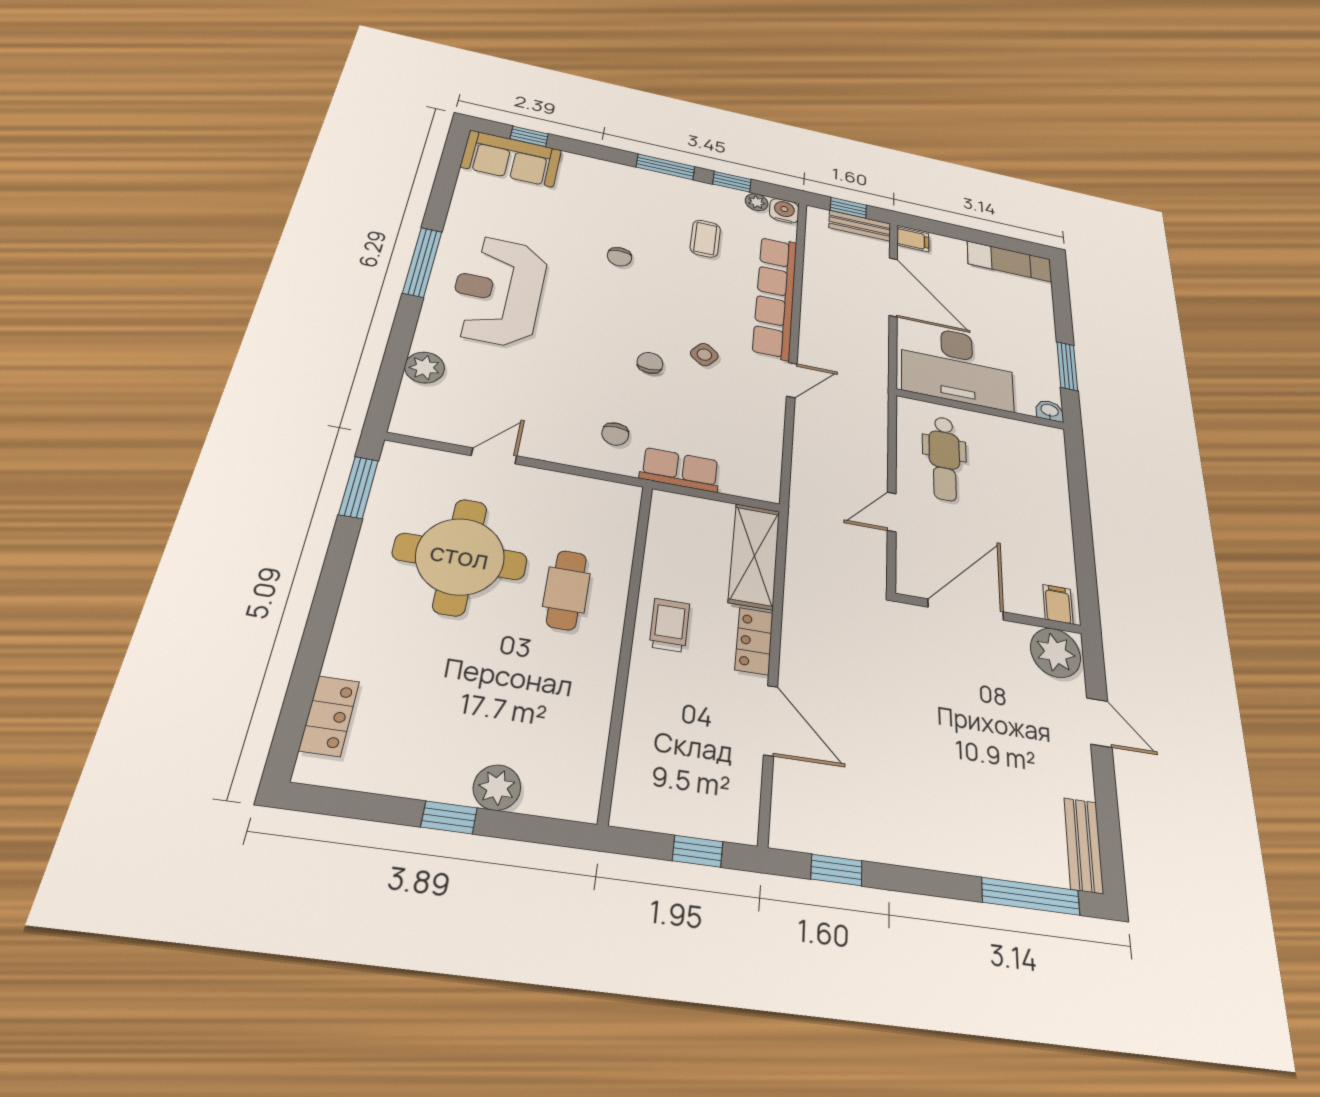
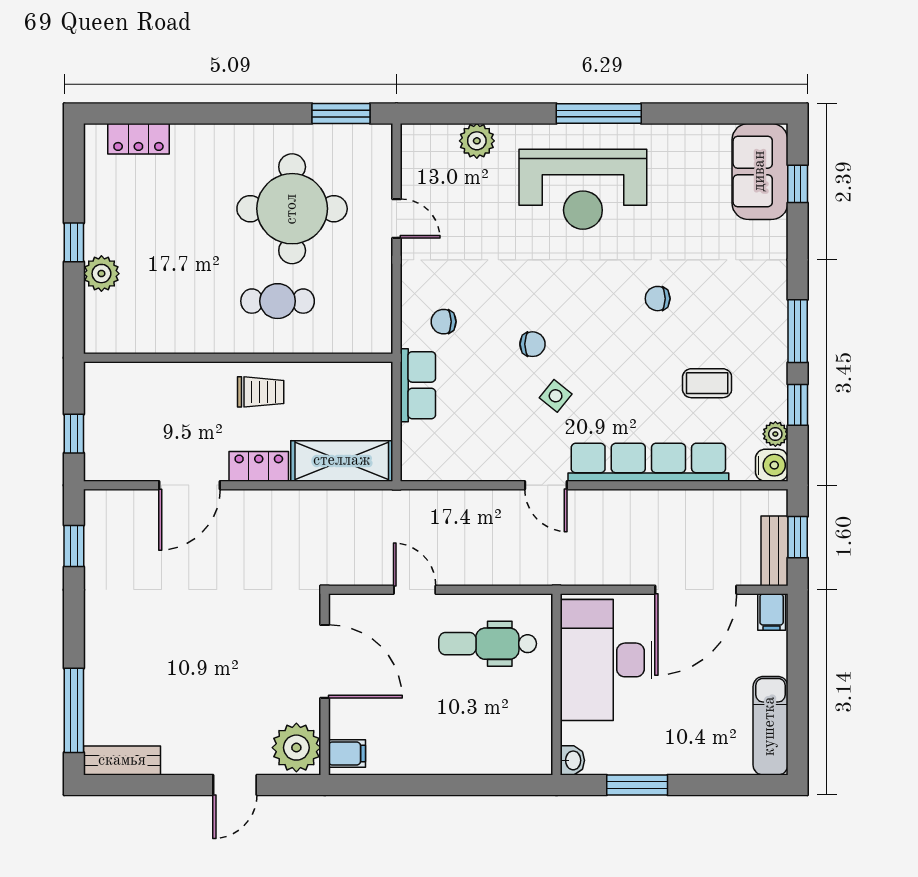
reception desk: (498, 291) -> (583, 189), turned 180

